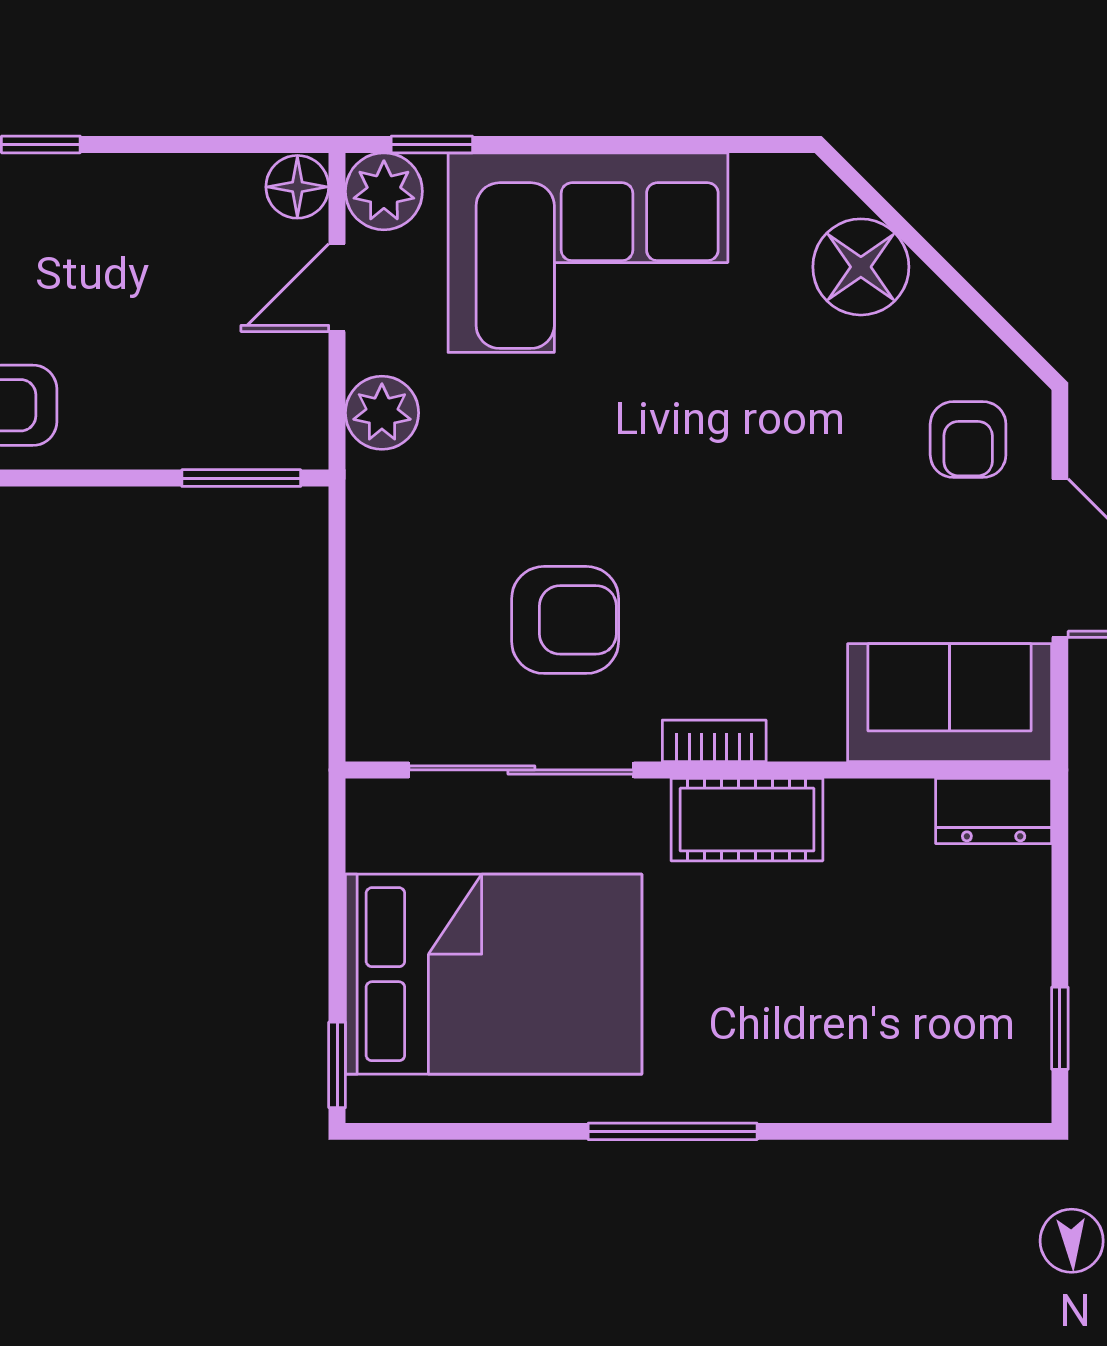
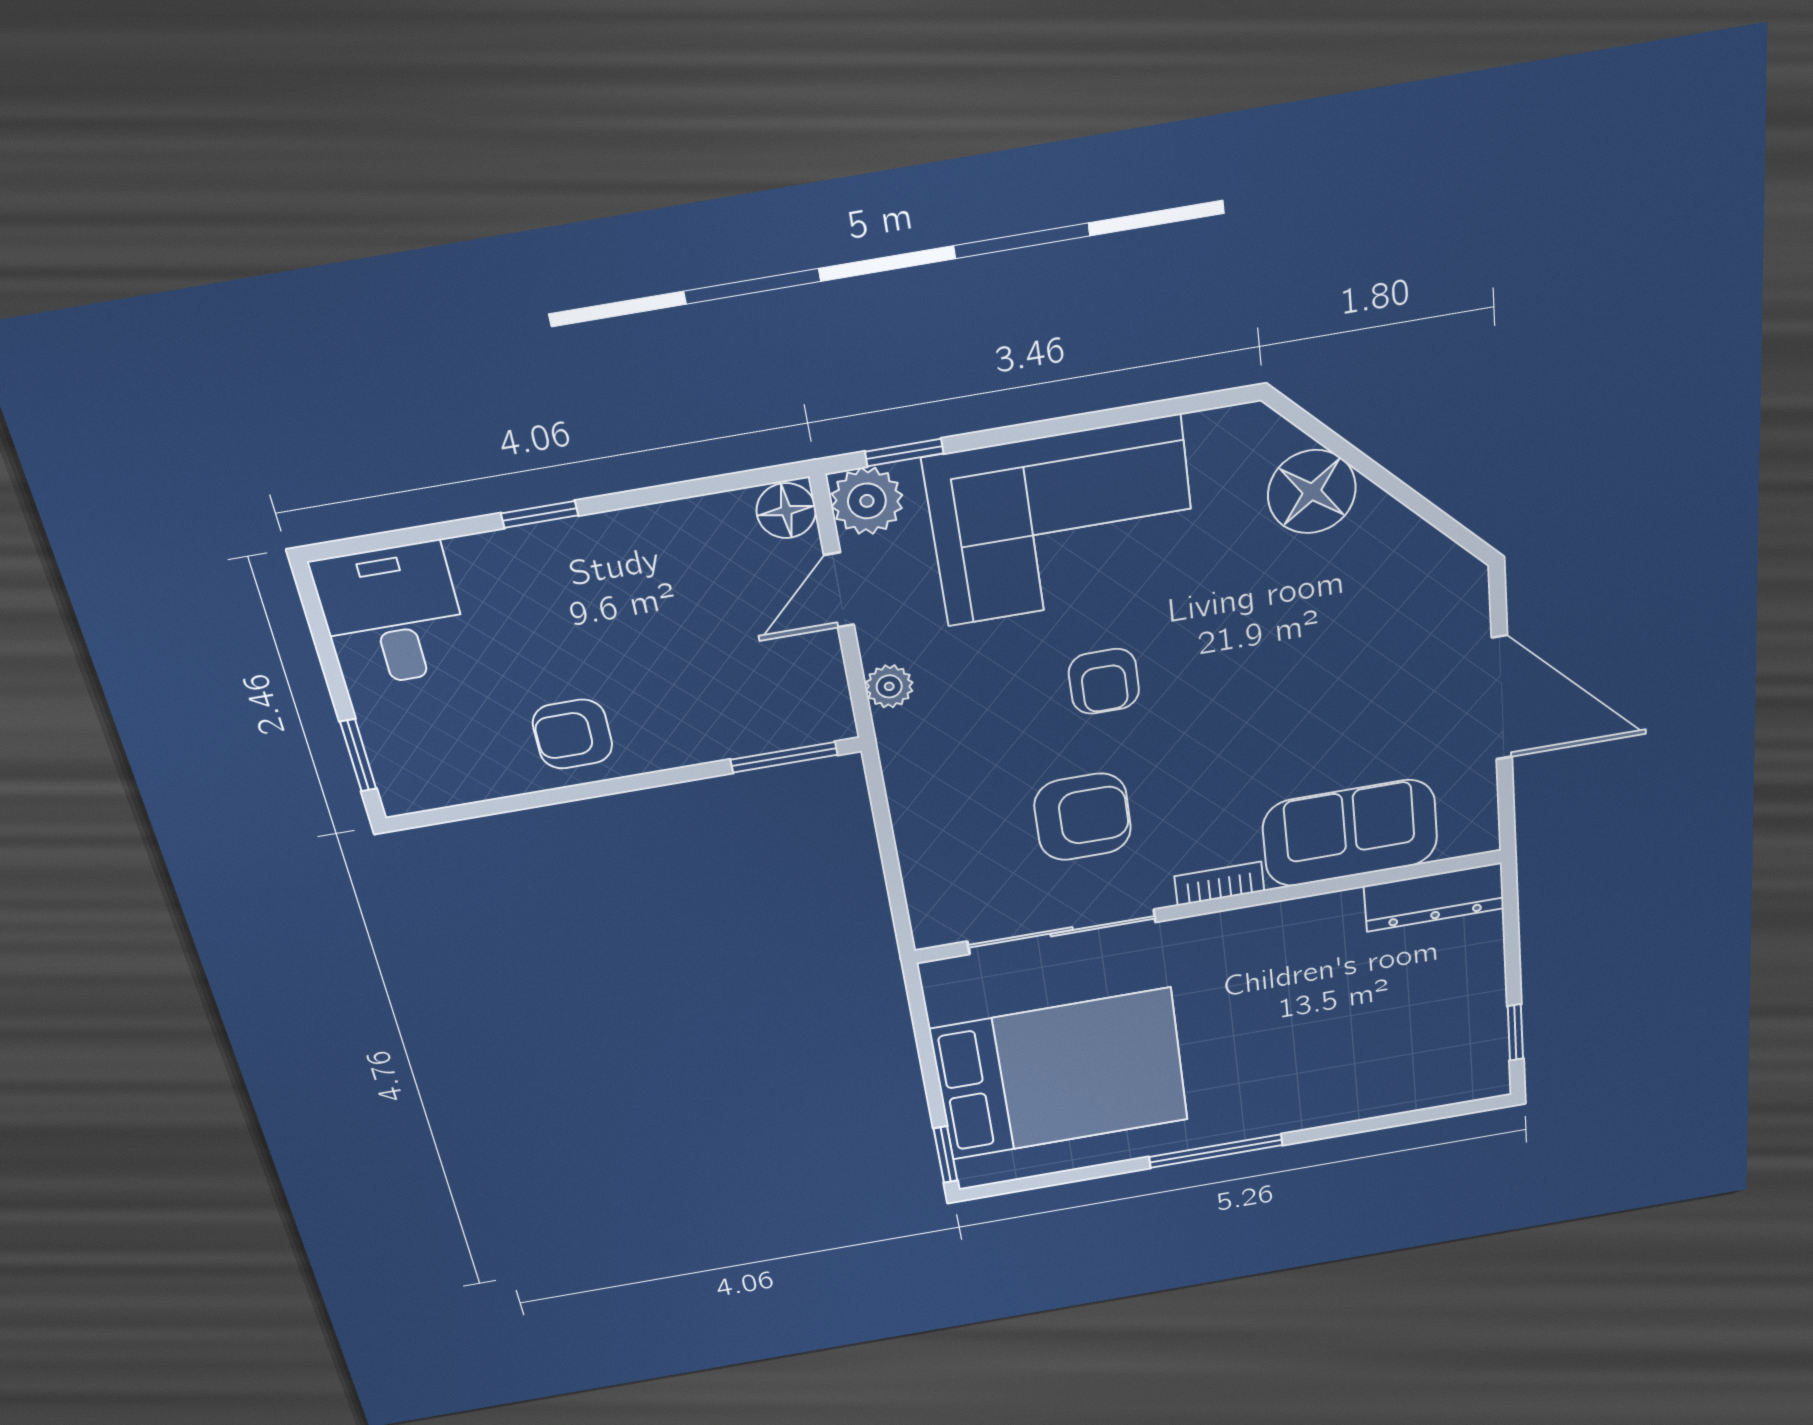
plant: (382, 413) -> (889, 686), width x0.73, depth x0.73
armchair: (968, 440) -> (1104, 681), moved
sofa: (950, 703) -> (1350, 833), moved
dresser: (994, 811) -> (1434, 897), width x1.44
cot: (747, 820) -> (1253, 935), removed

